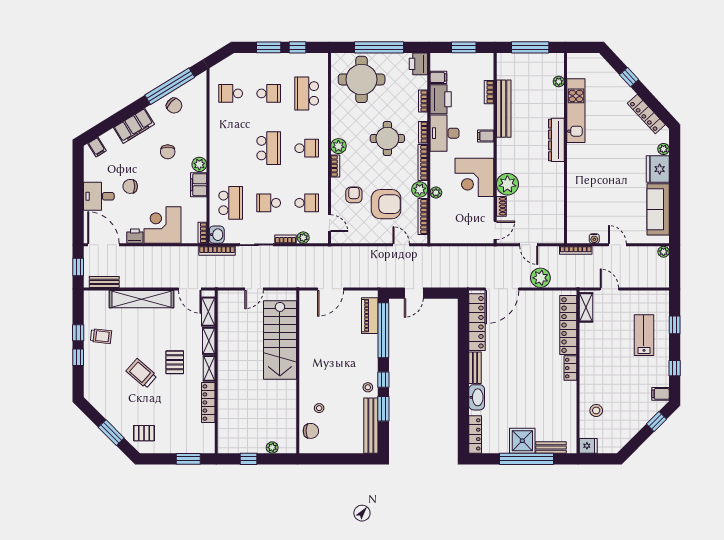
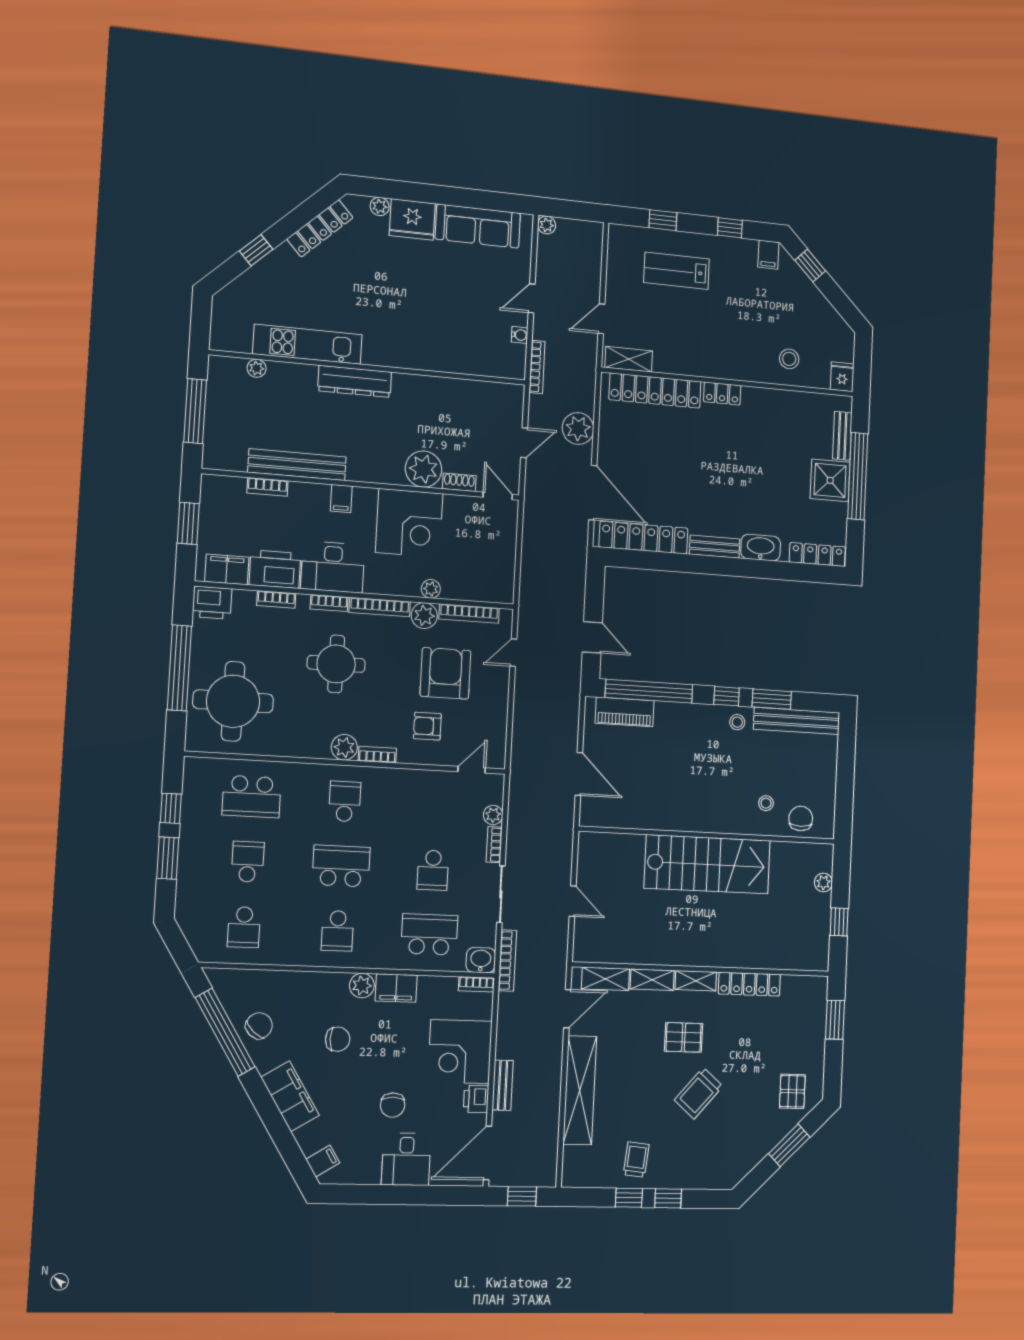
filing cabinet: (438, 77) -> (227, 569), width x2.00
school desk: (307, 203) -> (337, 931), moved, turned 180
bench: (104, 282) -> (503, 1085), moved
stairs: (280, 340) -> (707, 864), moved

